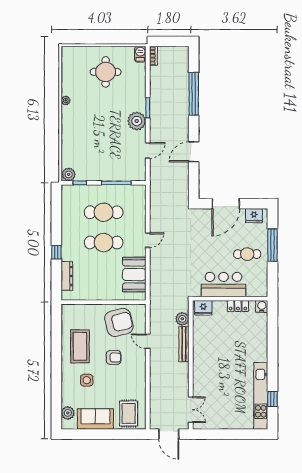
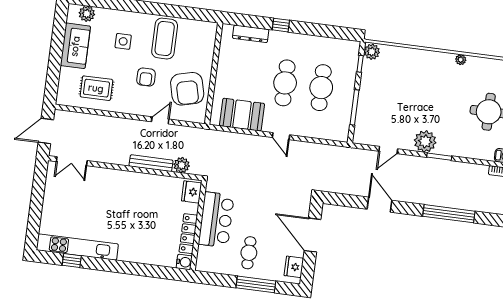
door: (148, 150) -> (388, 150), hinge flipped
locker: (238, 306) -> (188, 234), width x1.53
coffee table: (80, 346) -> (165, 39), turned 90
rug: (129, 413) -> (96, 88), moved

